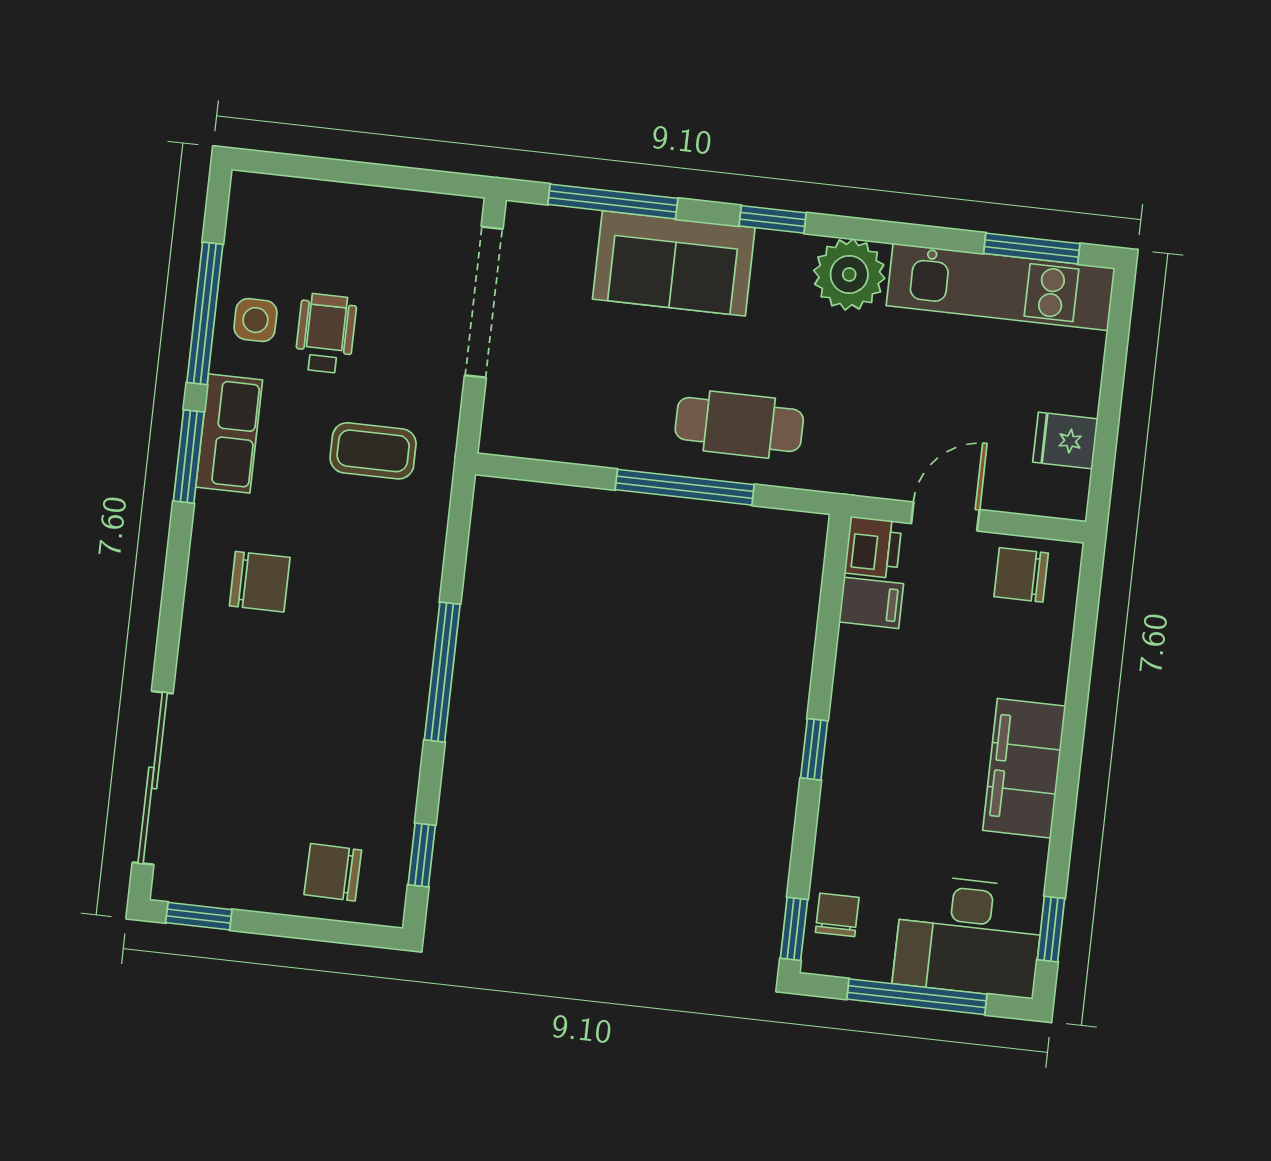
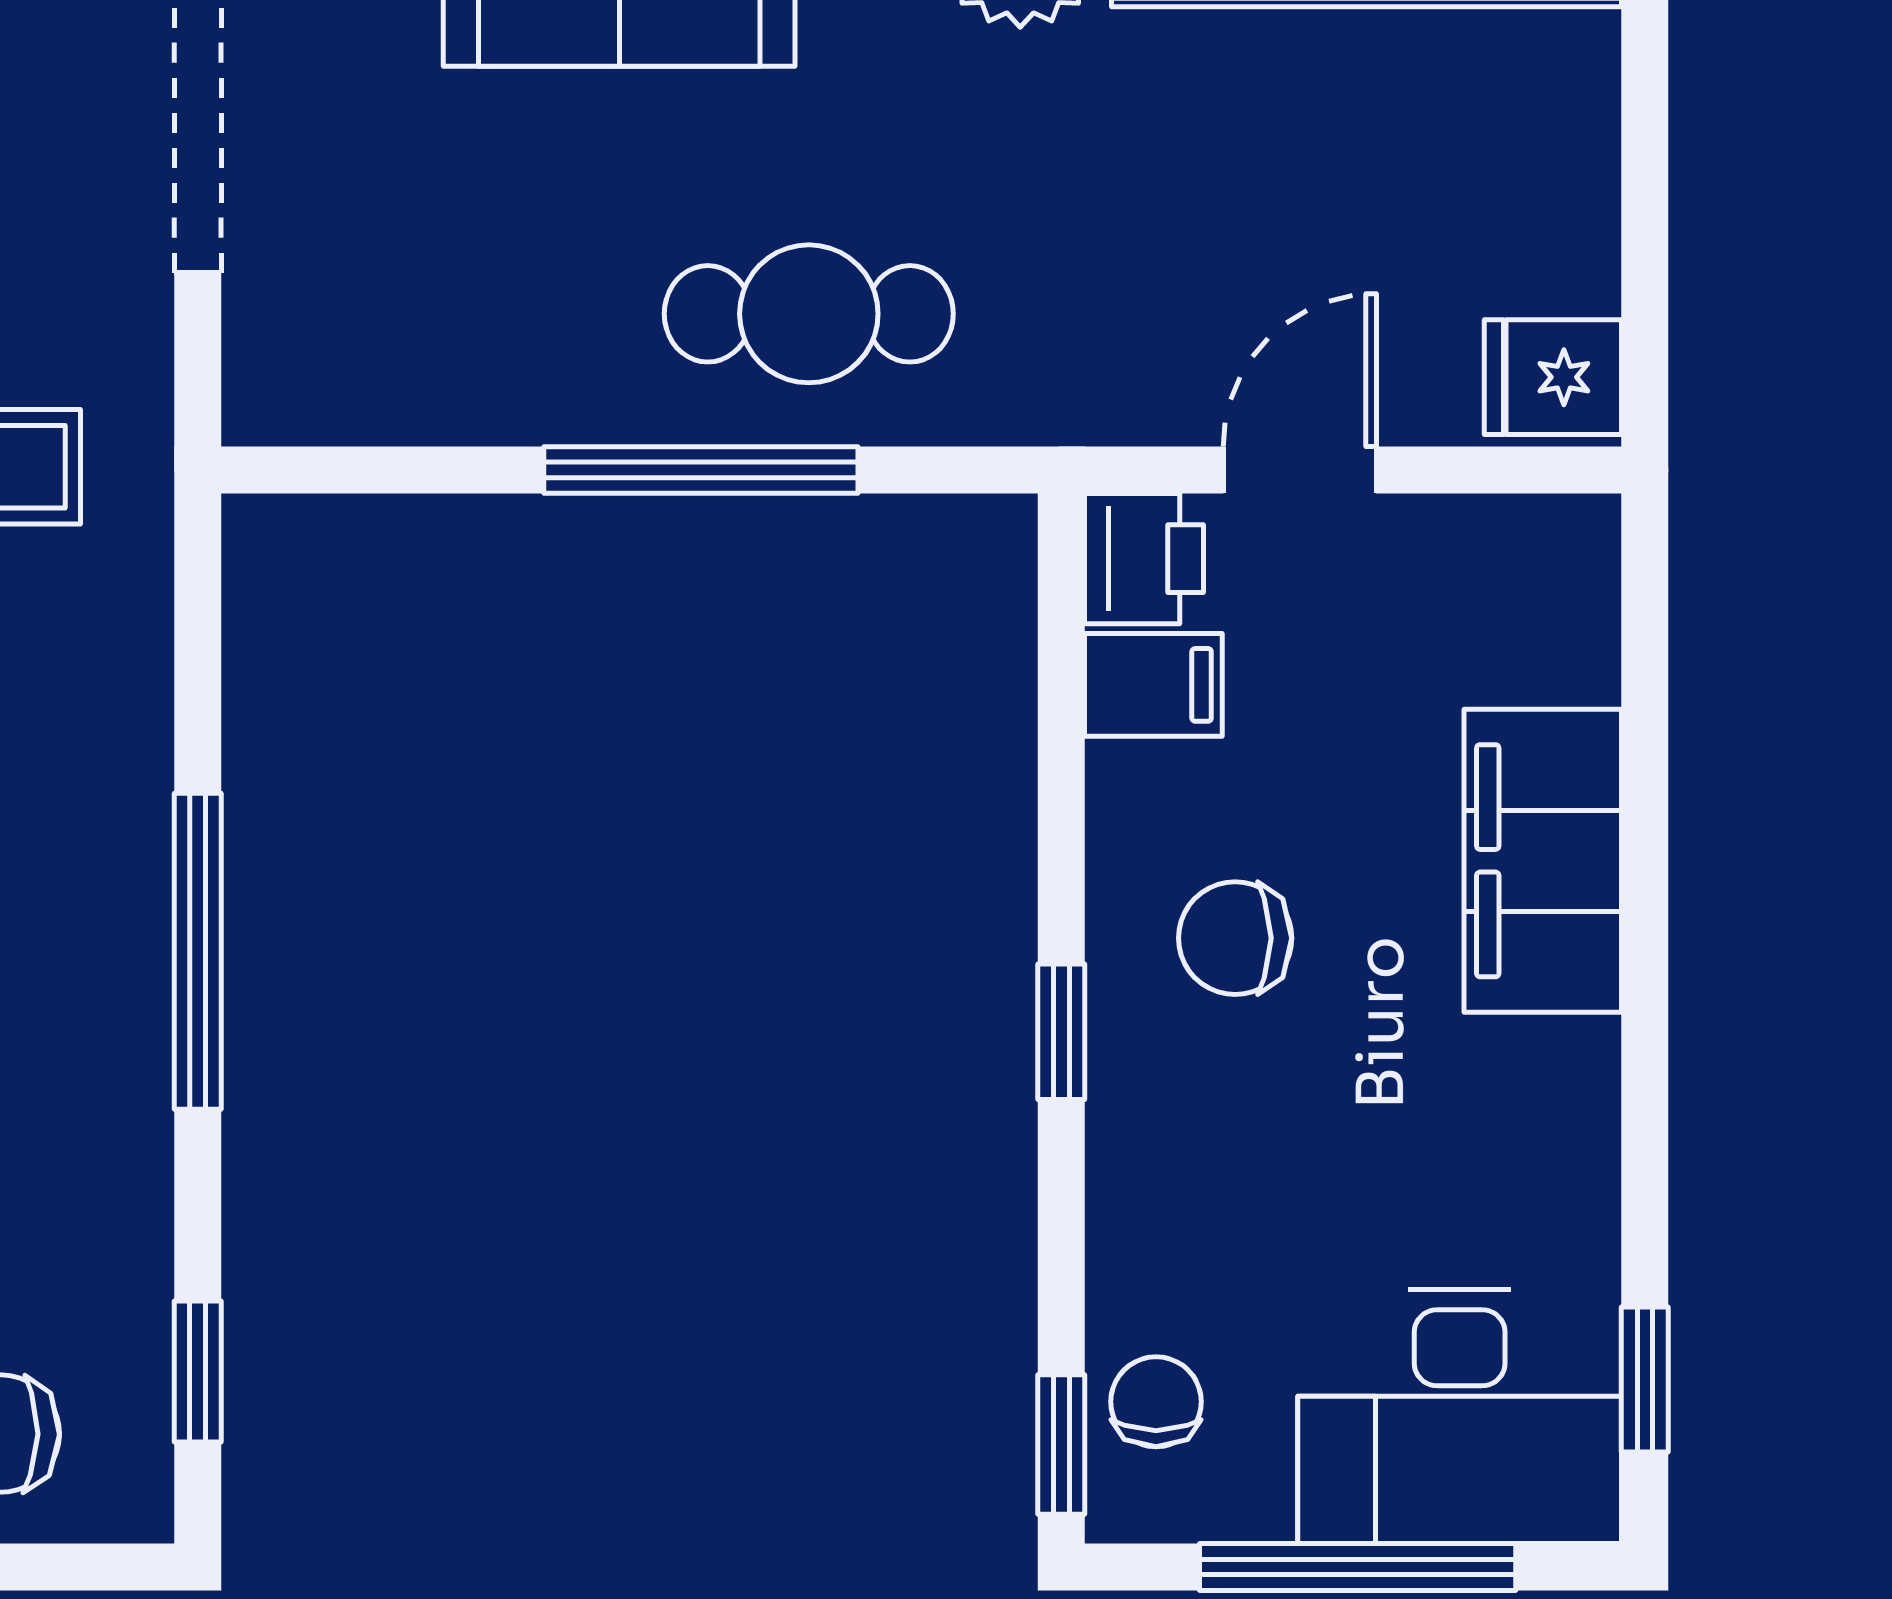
fridge: (1065, 440) -> (1553, 377), moved
chair: (1021, 575) -> (1235, 938), moved
filing cabinet: (1024, 768) -> (1543, 861), moved

